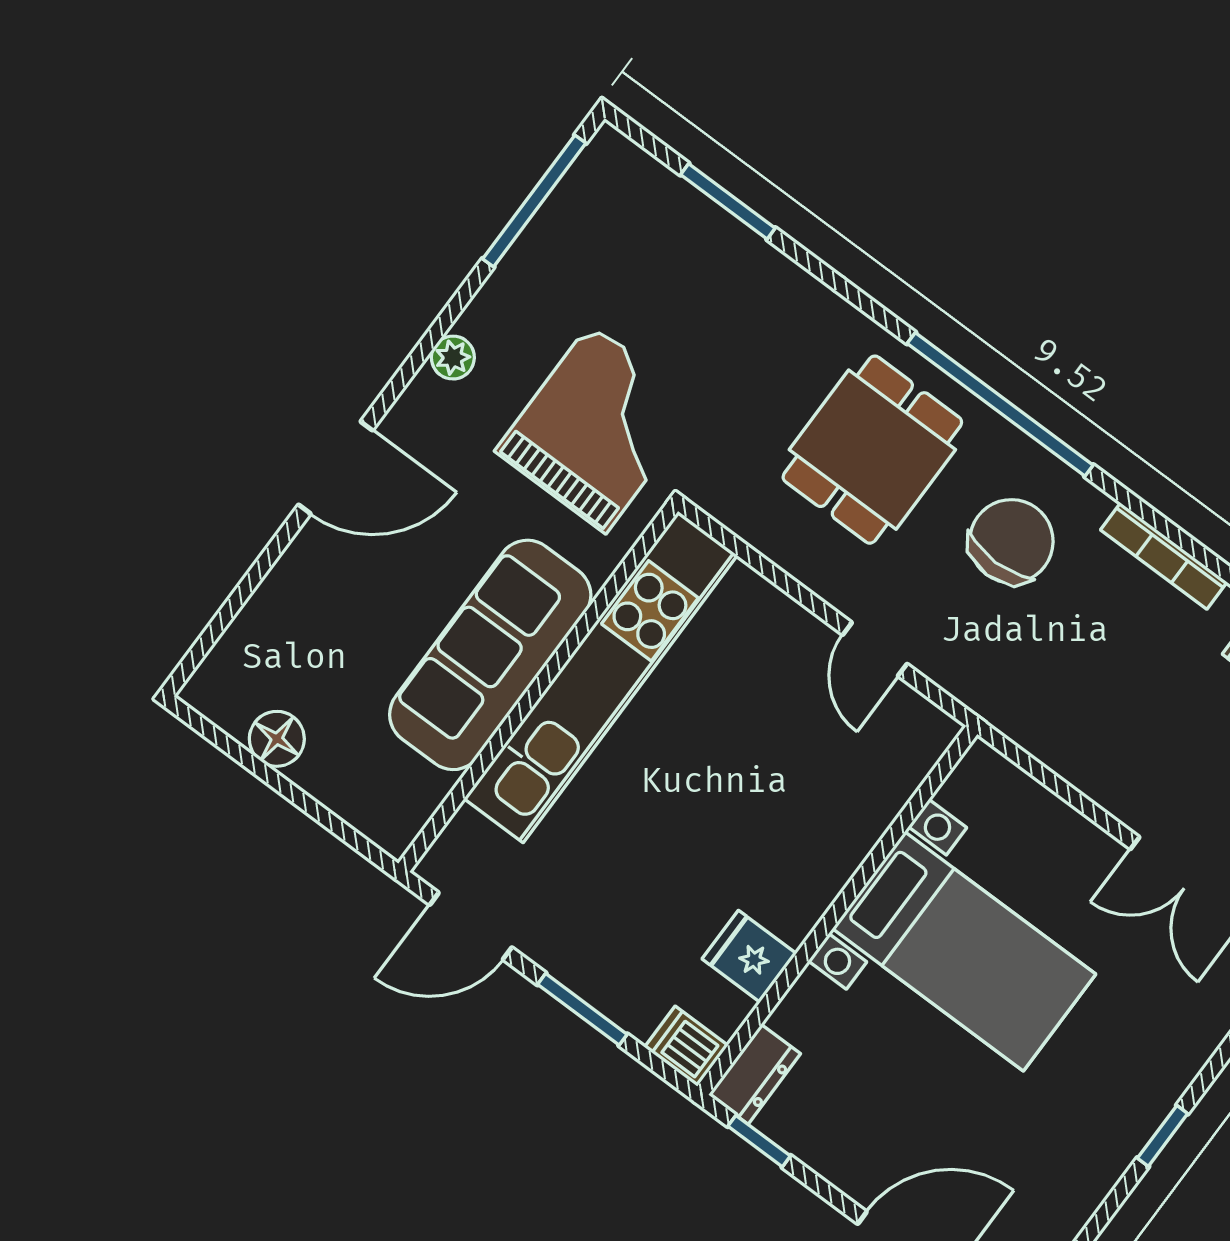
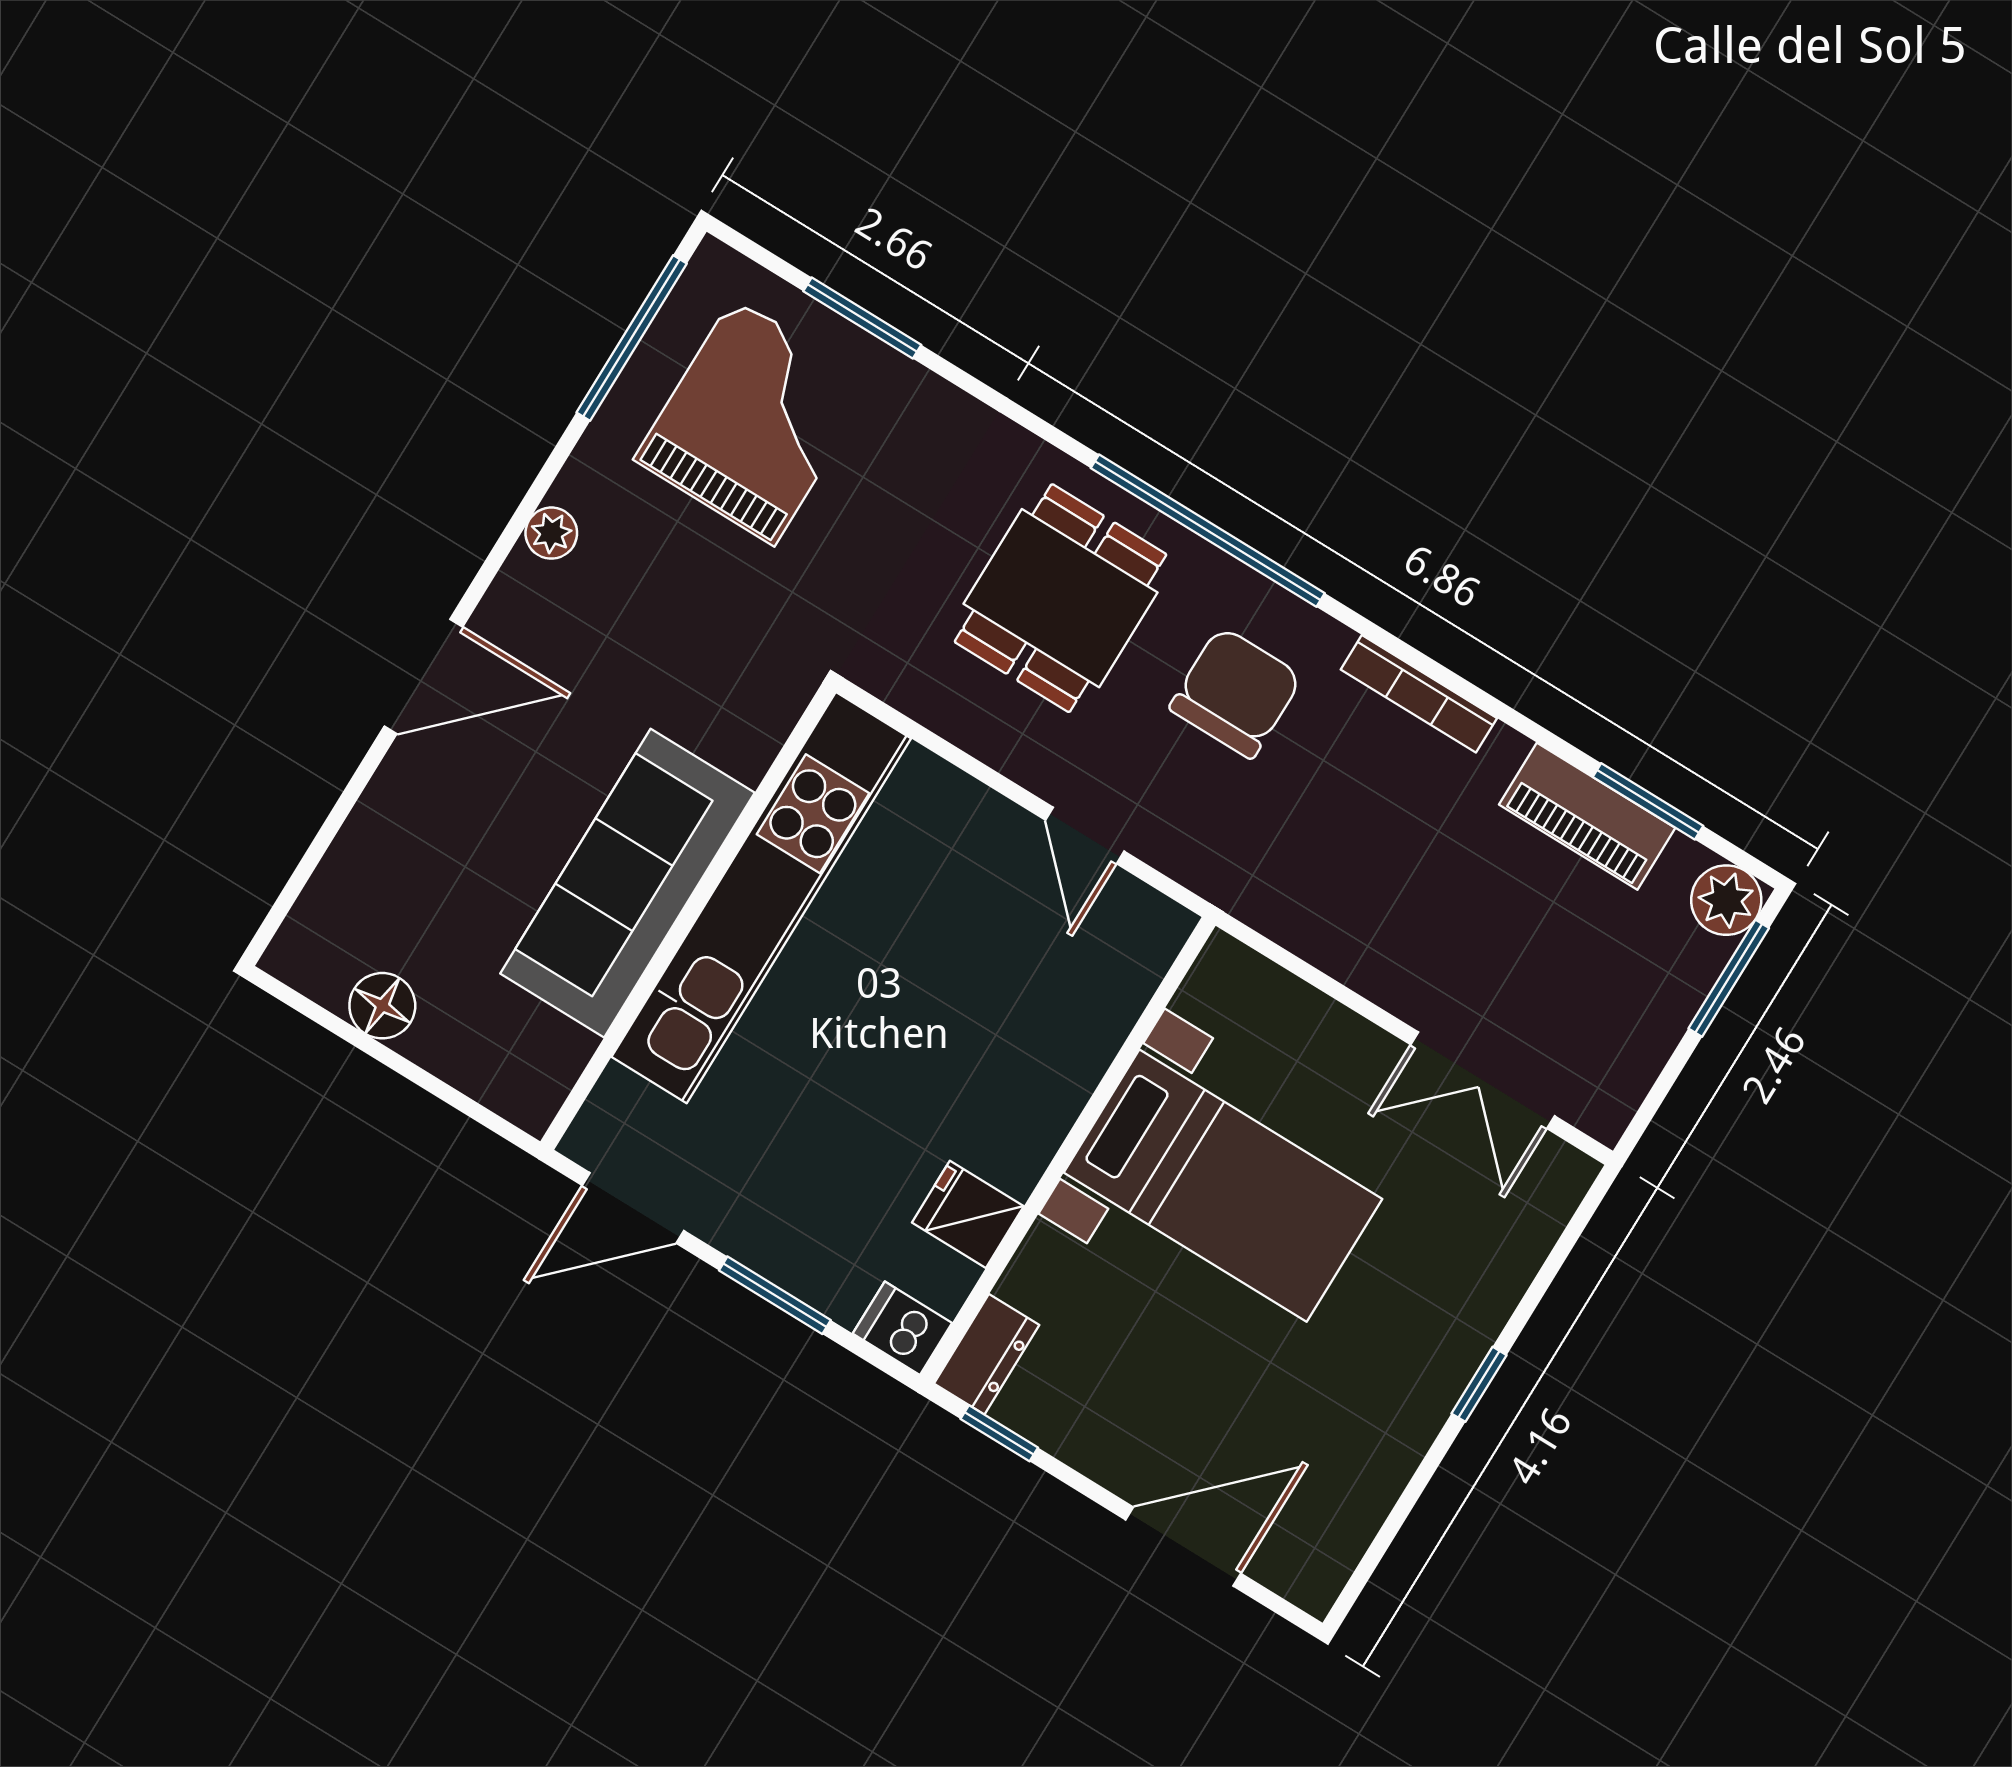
grand piano: (598, 428) -> (754, 421), moved

